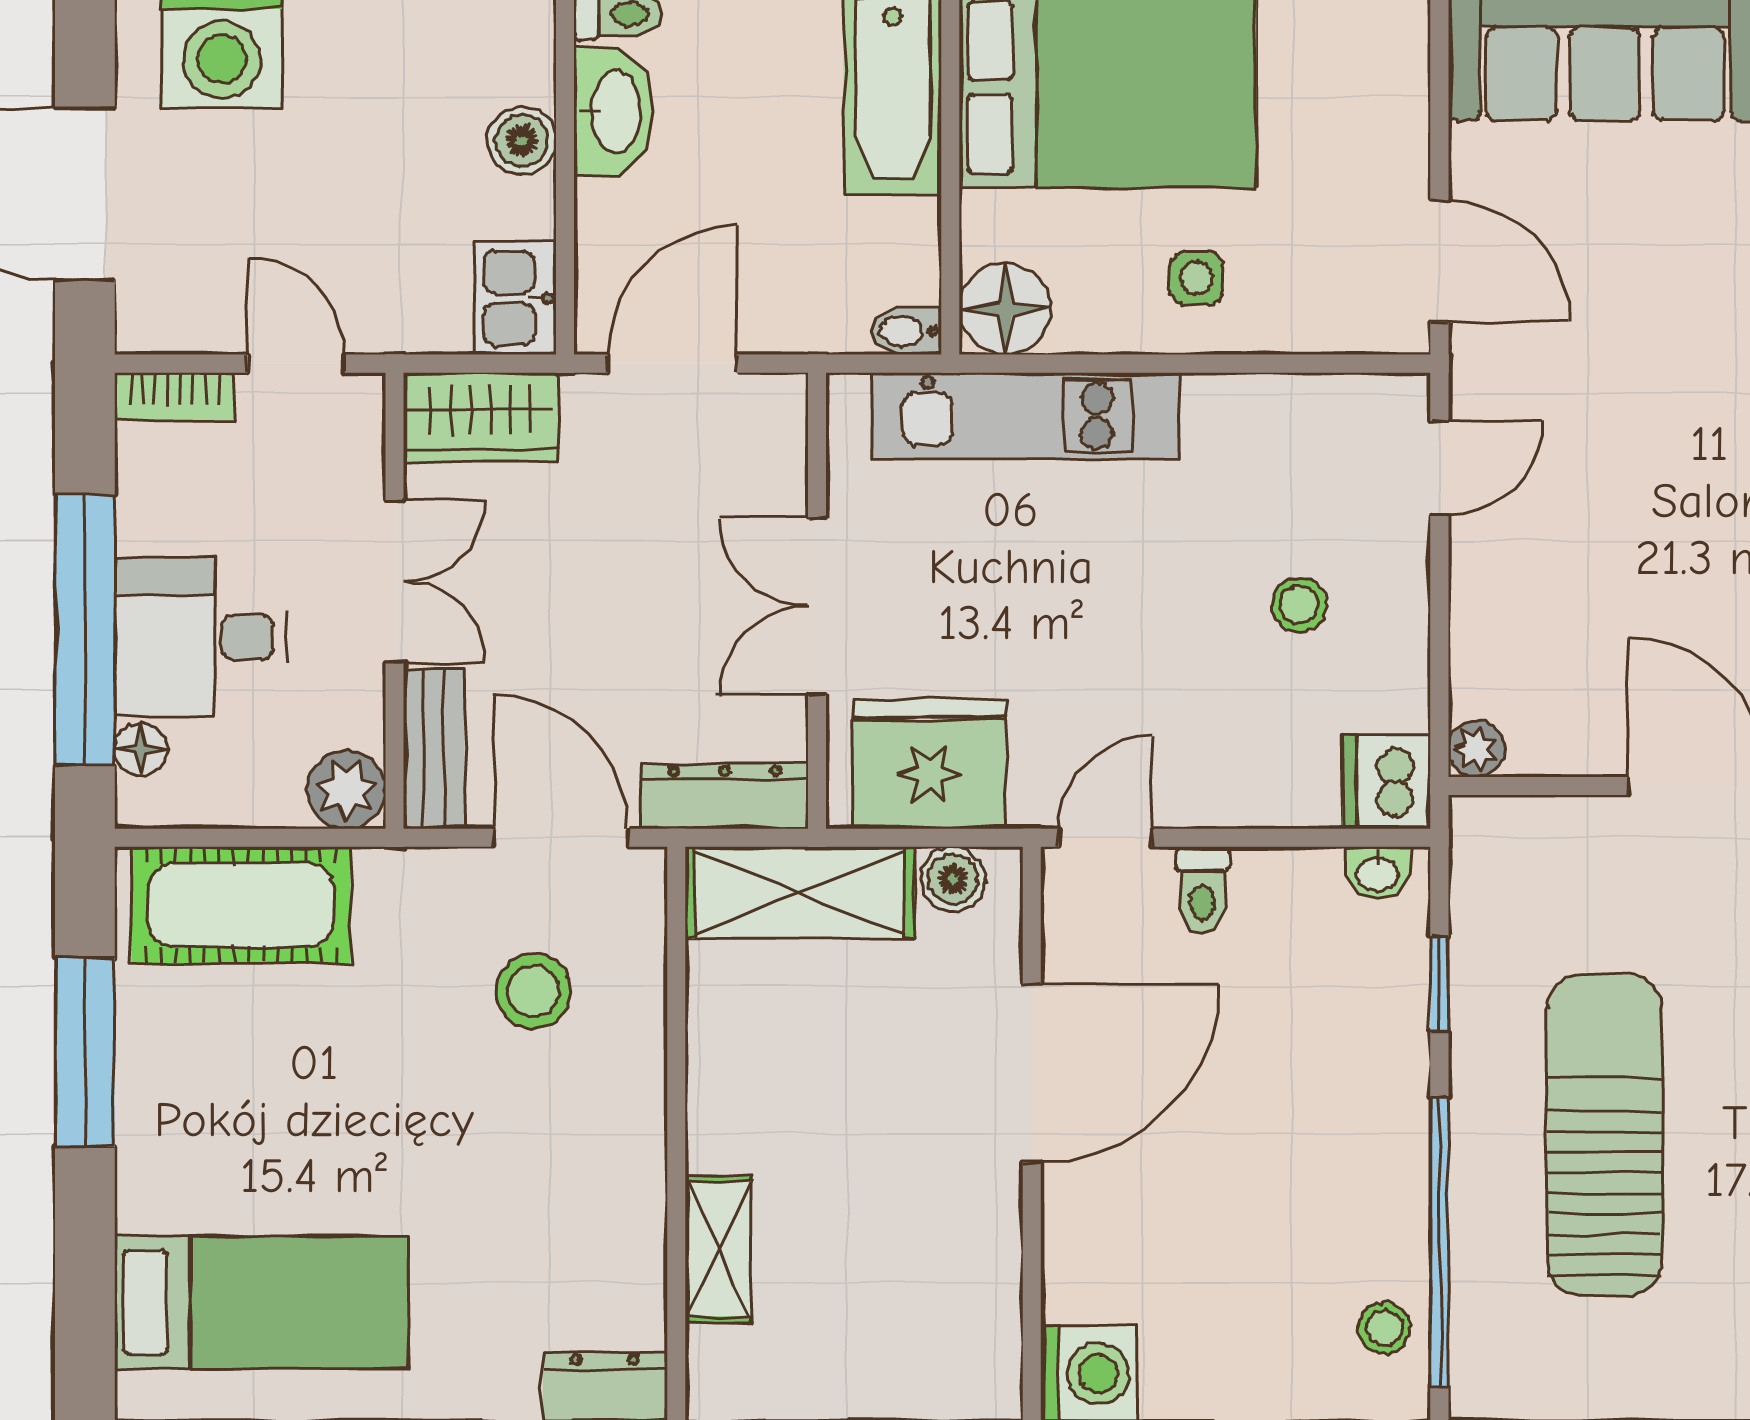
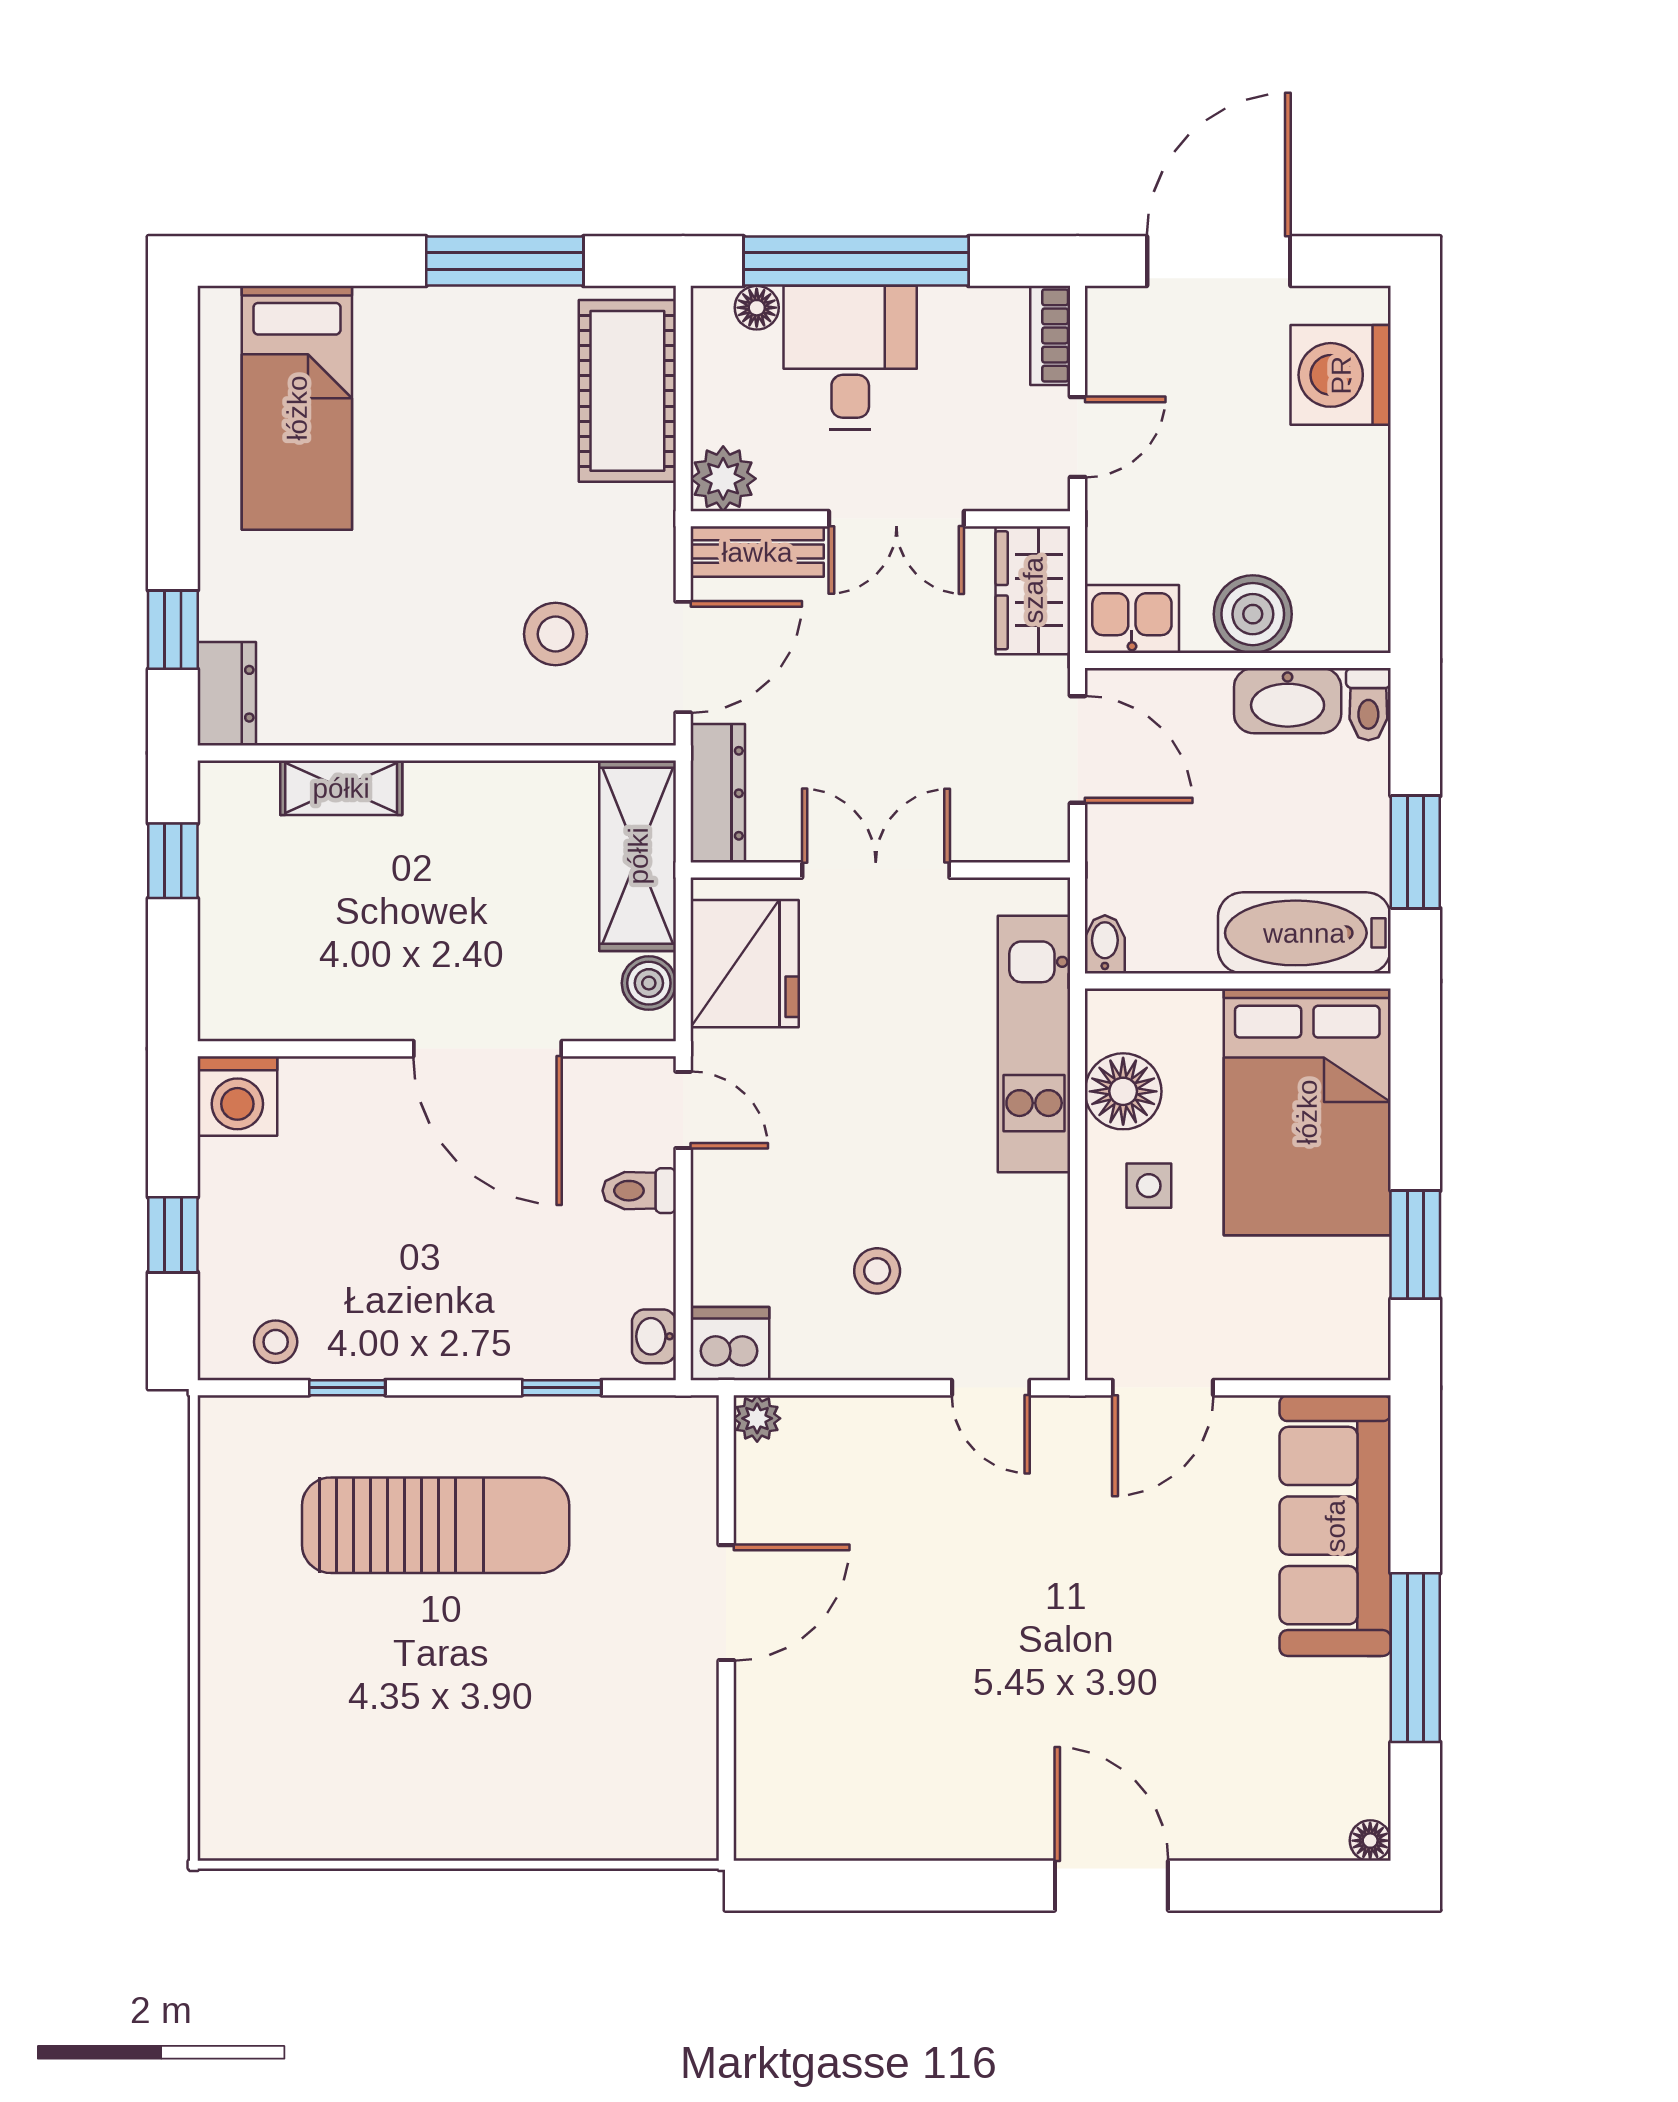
boiler: (522, 141) -> (1253, 614), width x1.36, depth x1.36
floor lamp: (1005, 309) -> (1123, 1091), moved
window: (1439, 1242) -> (347, 1388), width x0.32

